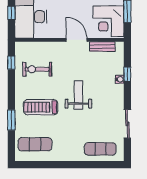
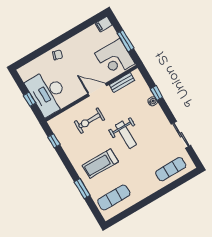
exercise bike: (37, 69) -> (89, 121), moved
weight bench: (78, 95) -> (126, 135), turned 180

